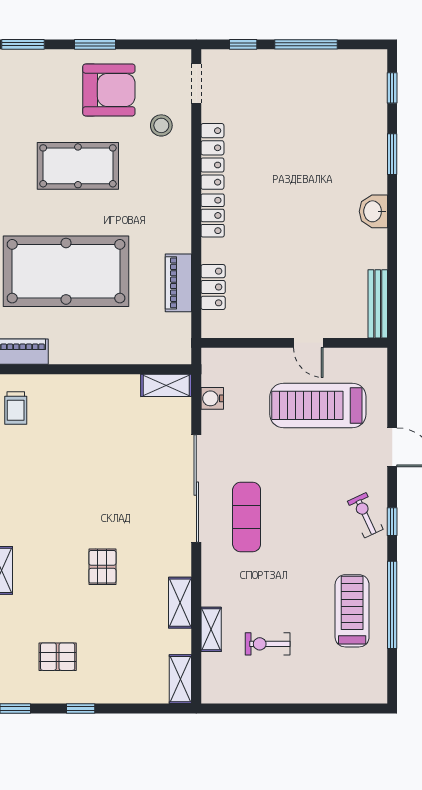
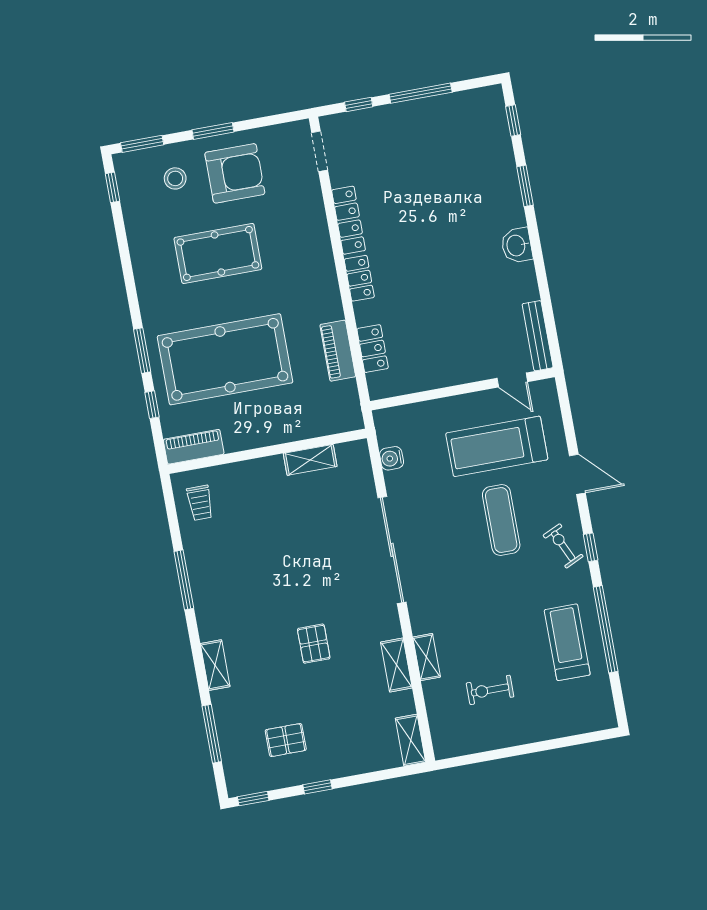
stool: (161, 125) -> (175, 178), moved
door: (308, 343) -> (512, 380), moved
shelving: (166, 385) -> (310, 460), moved
exercise mat: (247, 517) -> (501, 520), moved
shelving: (211, 629) -> (427, 657), moved

